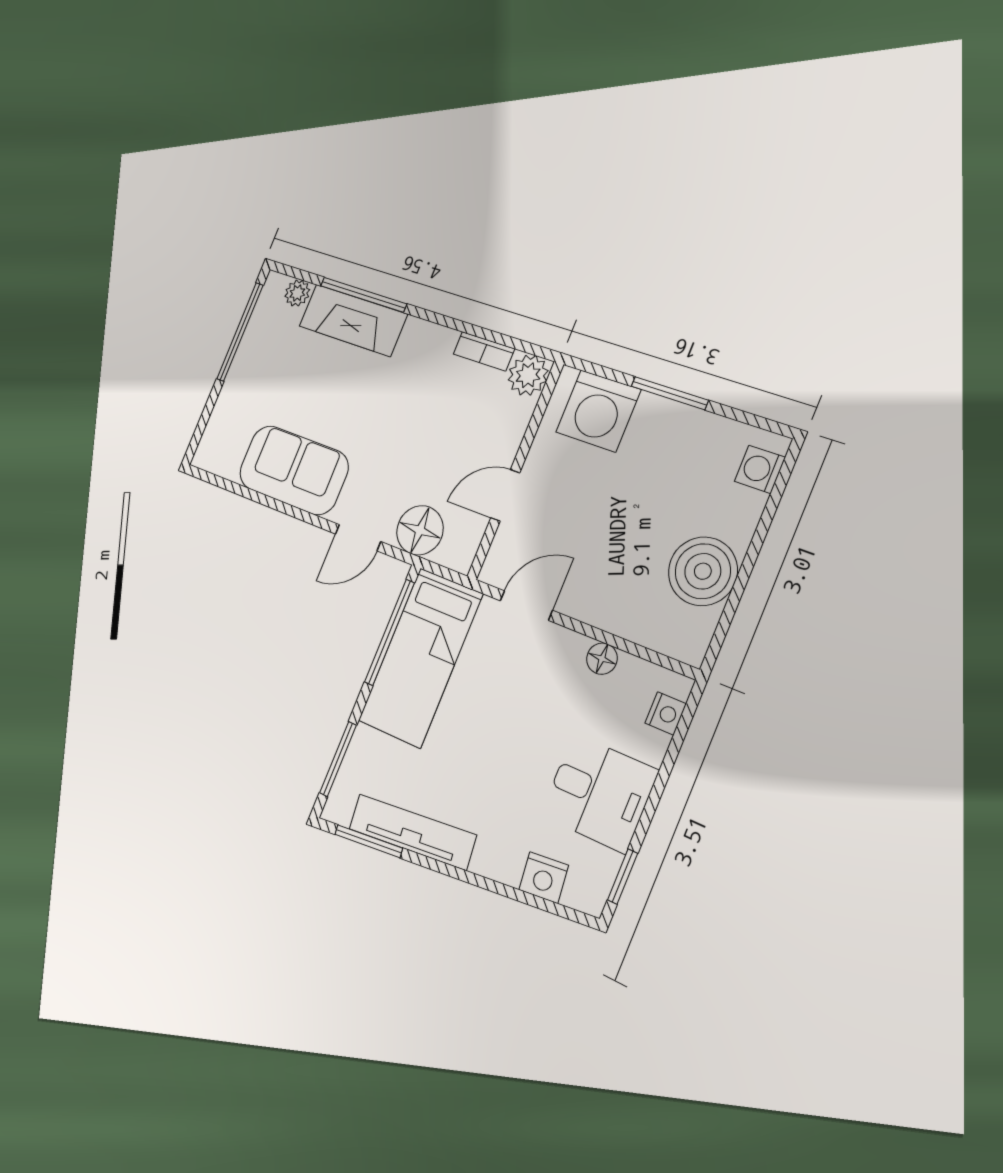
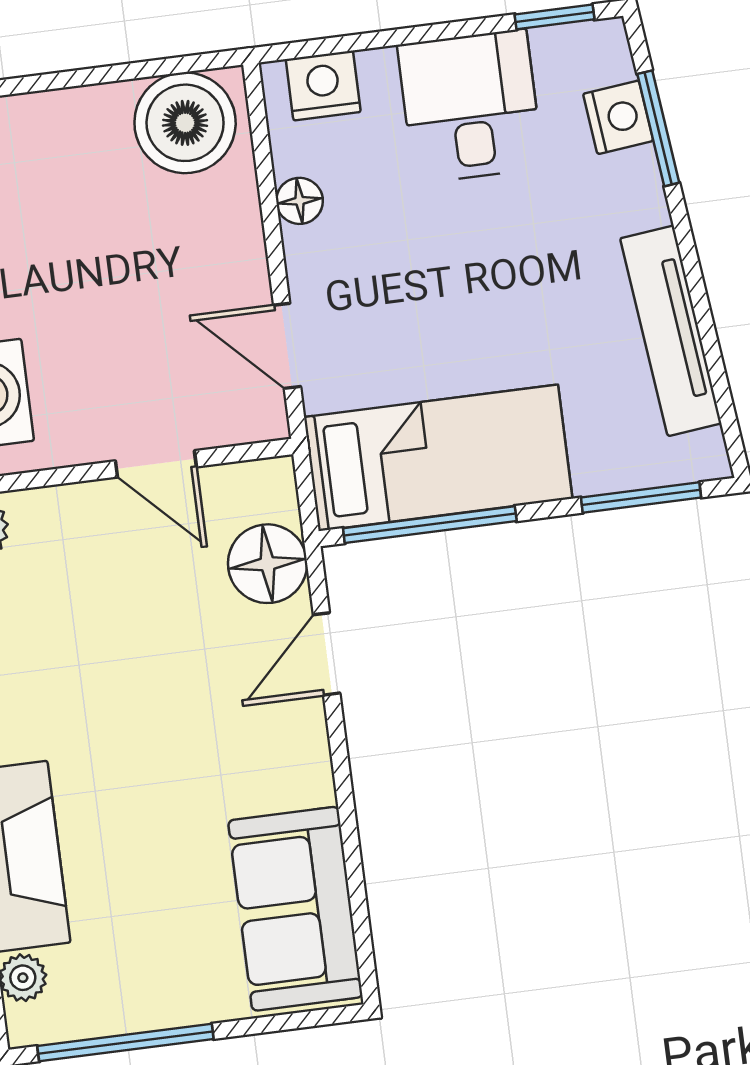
sofa: (293, 470) -> (295, 909), moved
door: (358, 538) -> (327, 654), swing flipped
boiler: (703, 571) -> (185, 123), moved
nightstand: (666, 713) -> (323, 86), width x1.39, depth x1.35
window: (369, 841) -> (658, 128), moved

